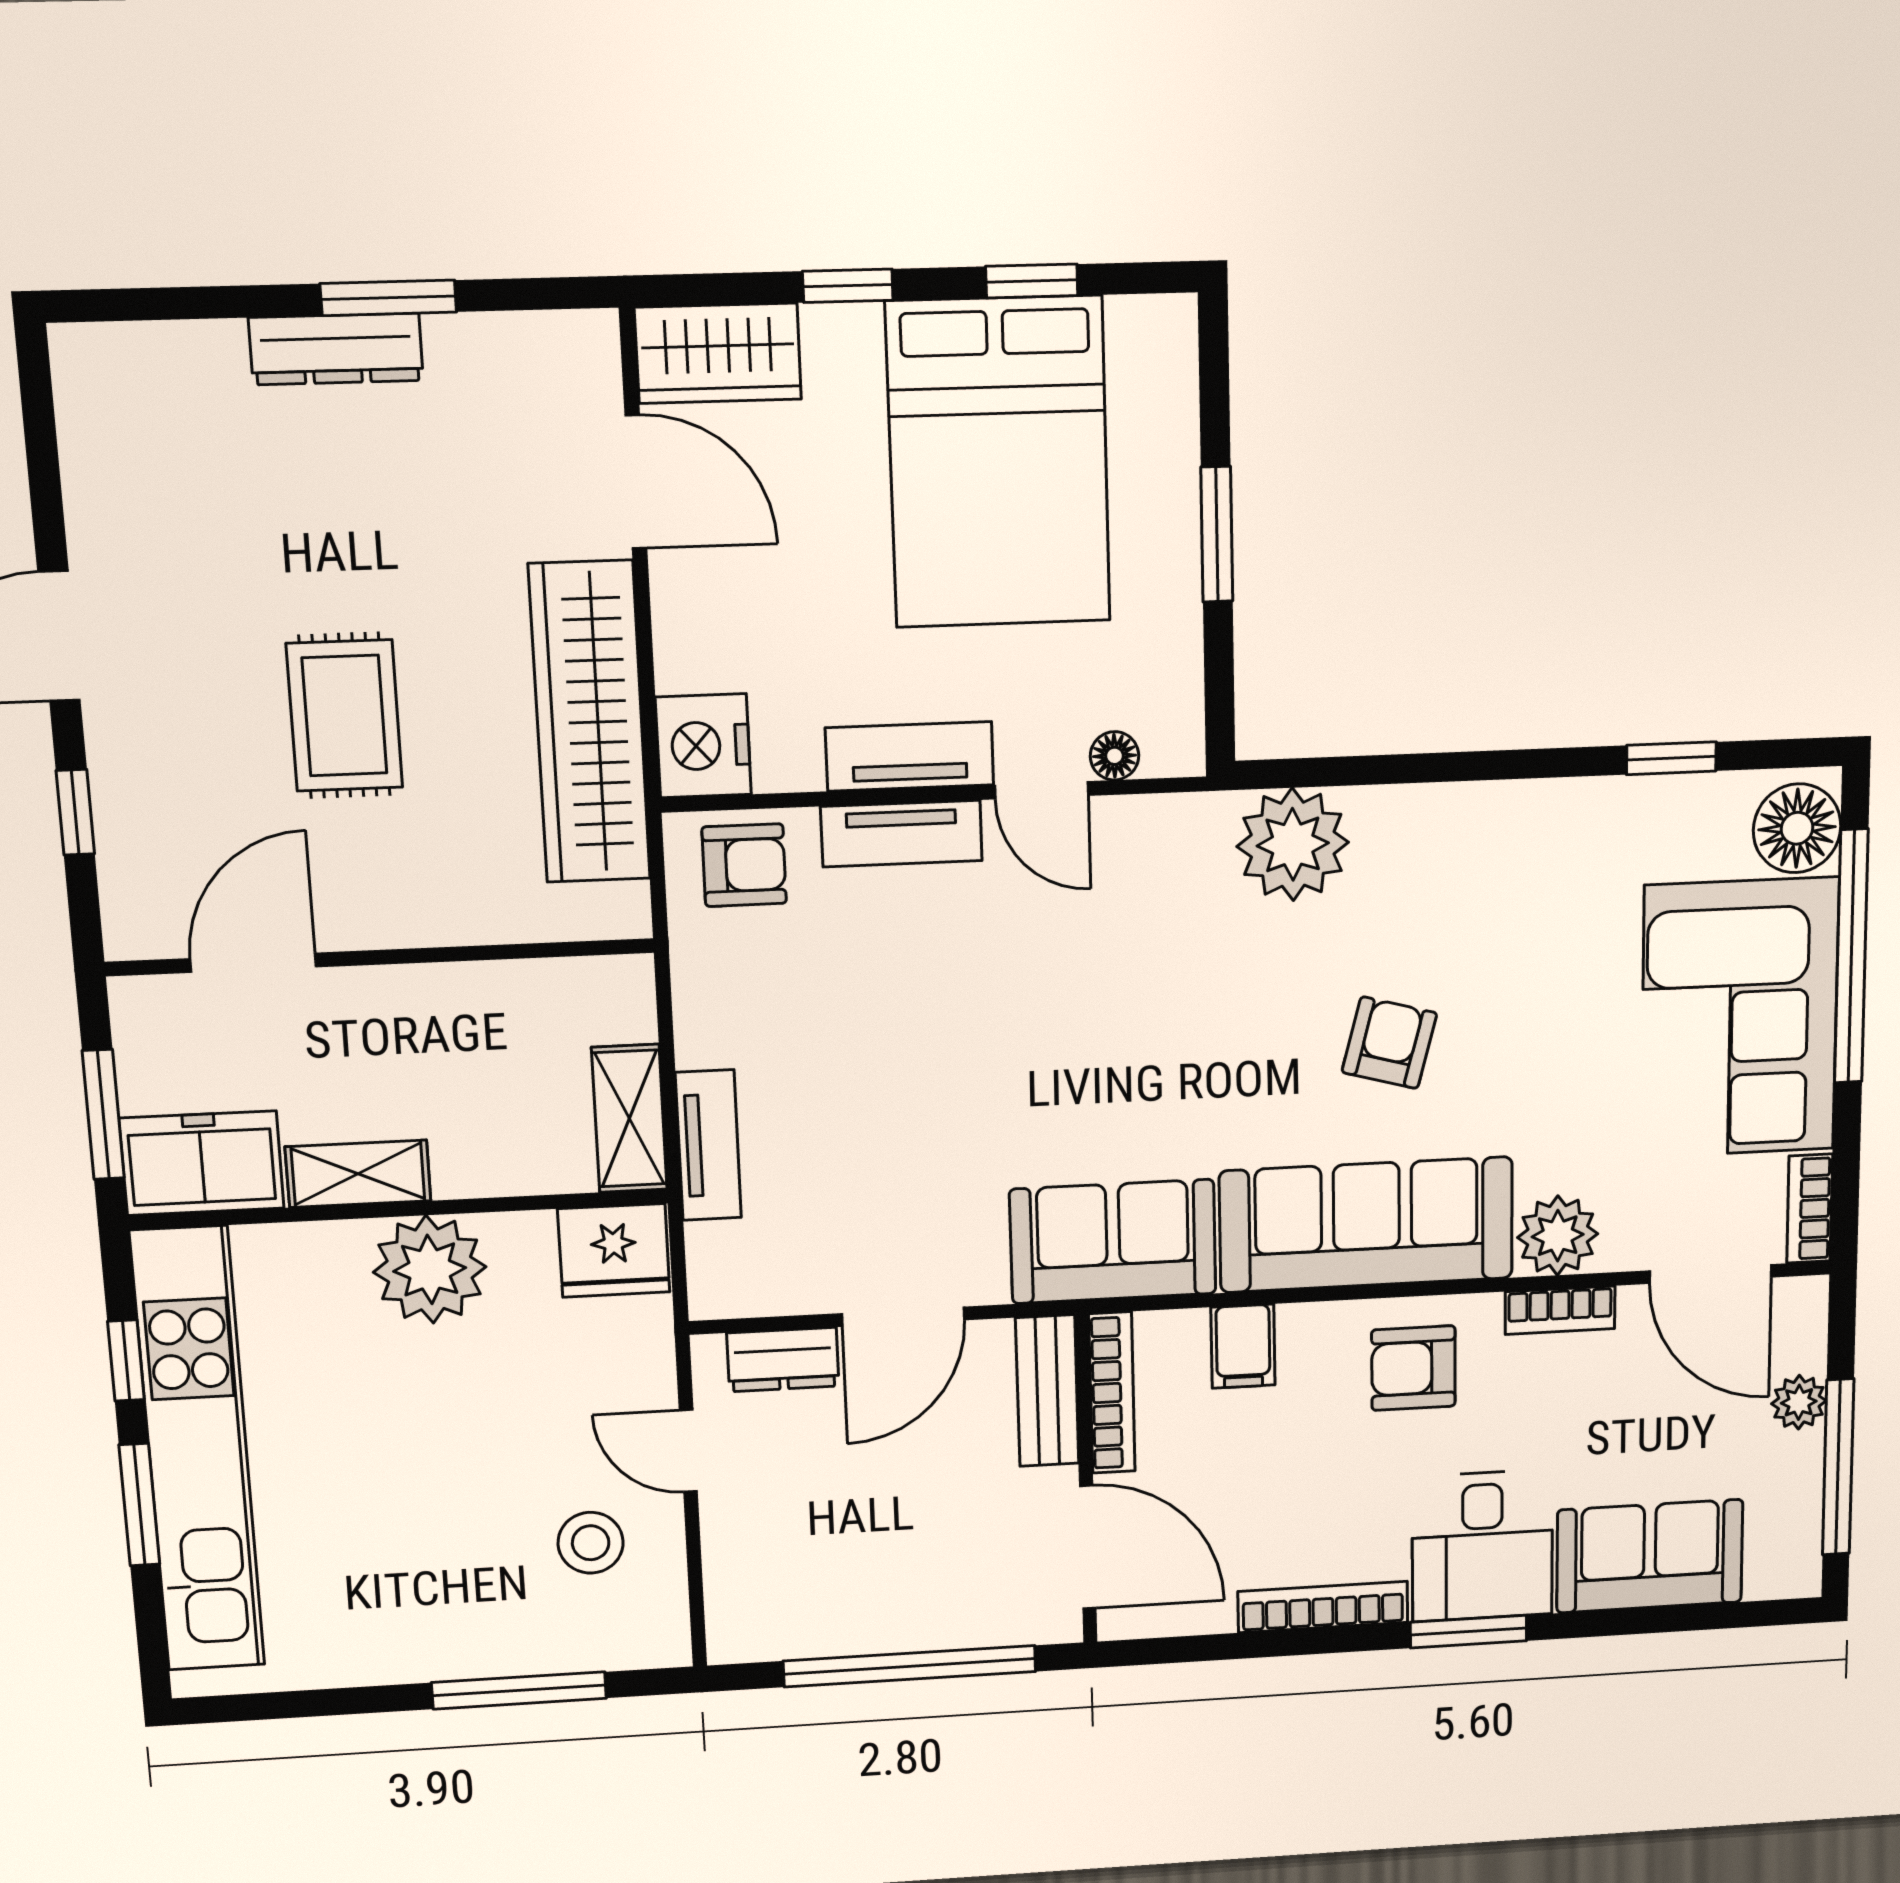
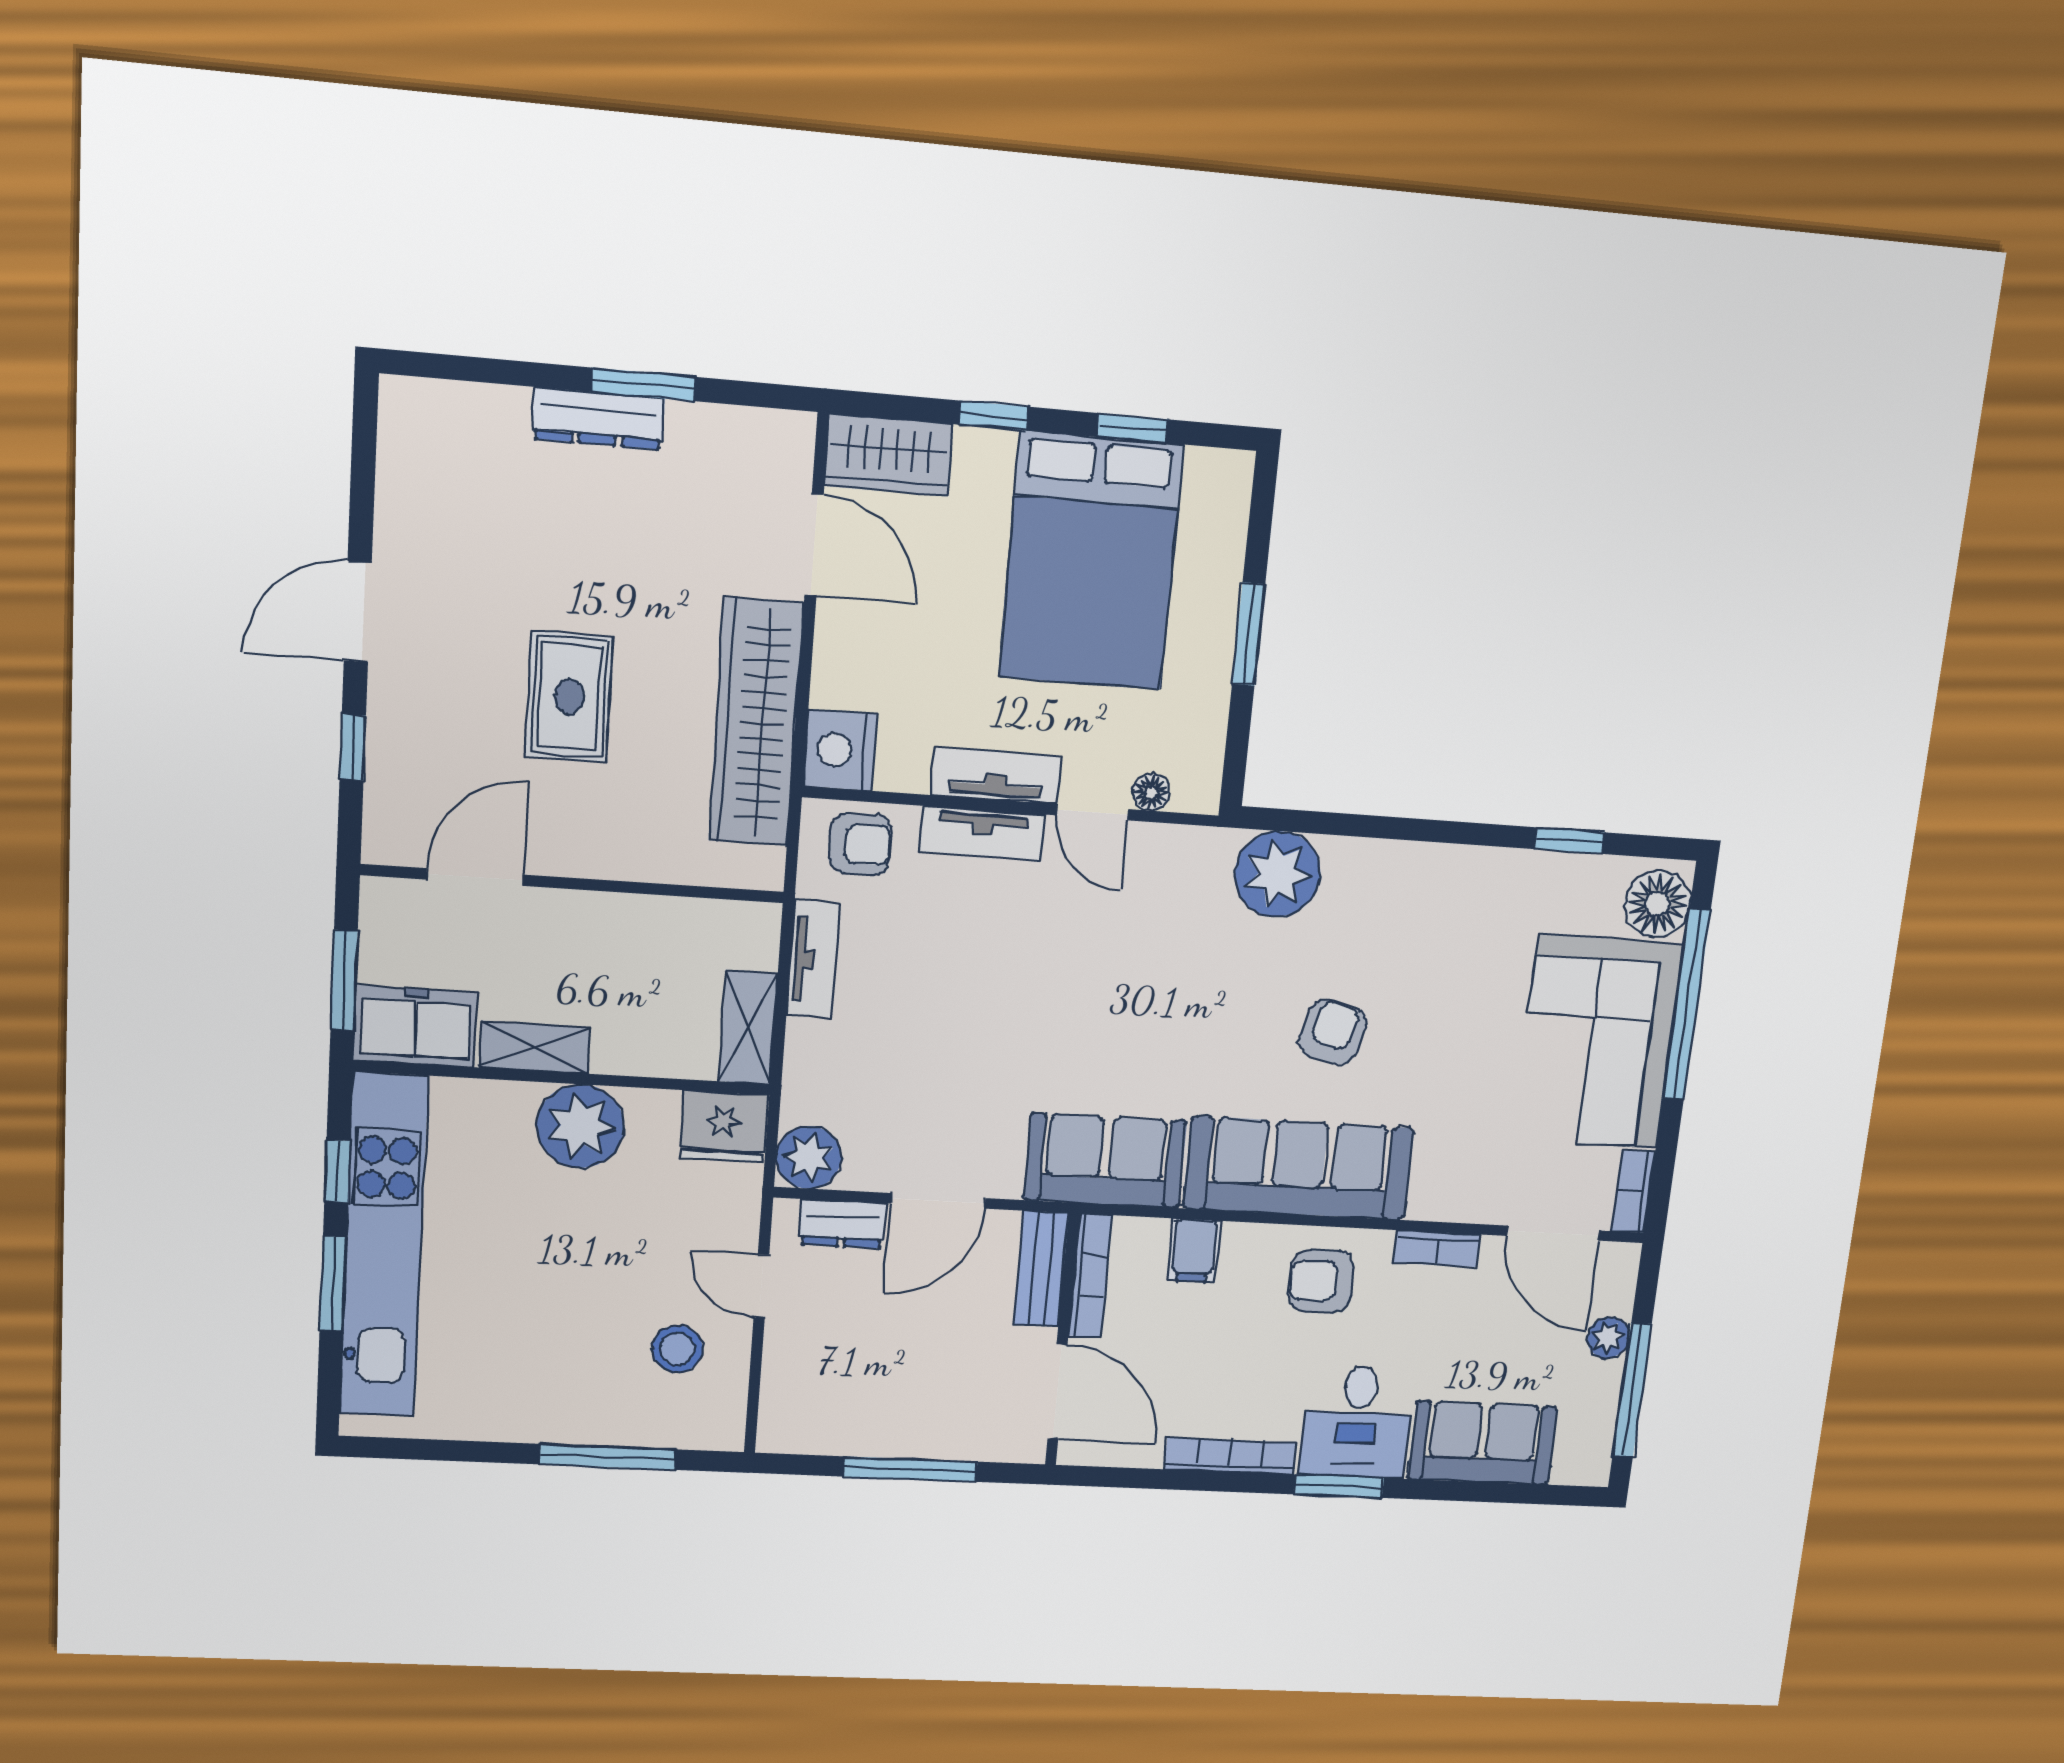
tv unit: (708, 1145) -> (813, 959), moved
plant: (1558, 1236) -> (809, 1157), moved
window: (910, 1666) -> (910, 1469), width x0.68

